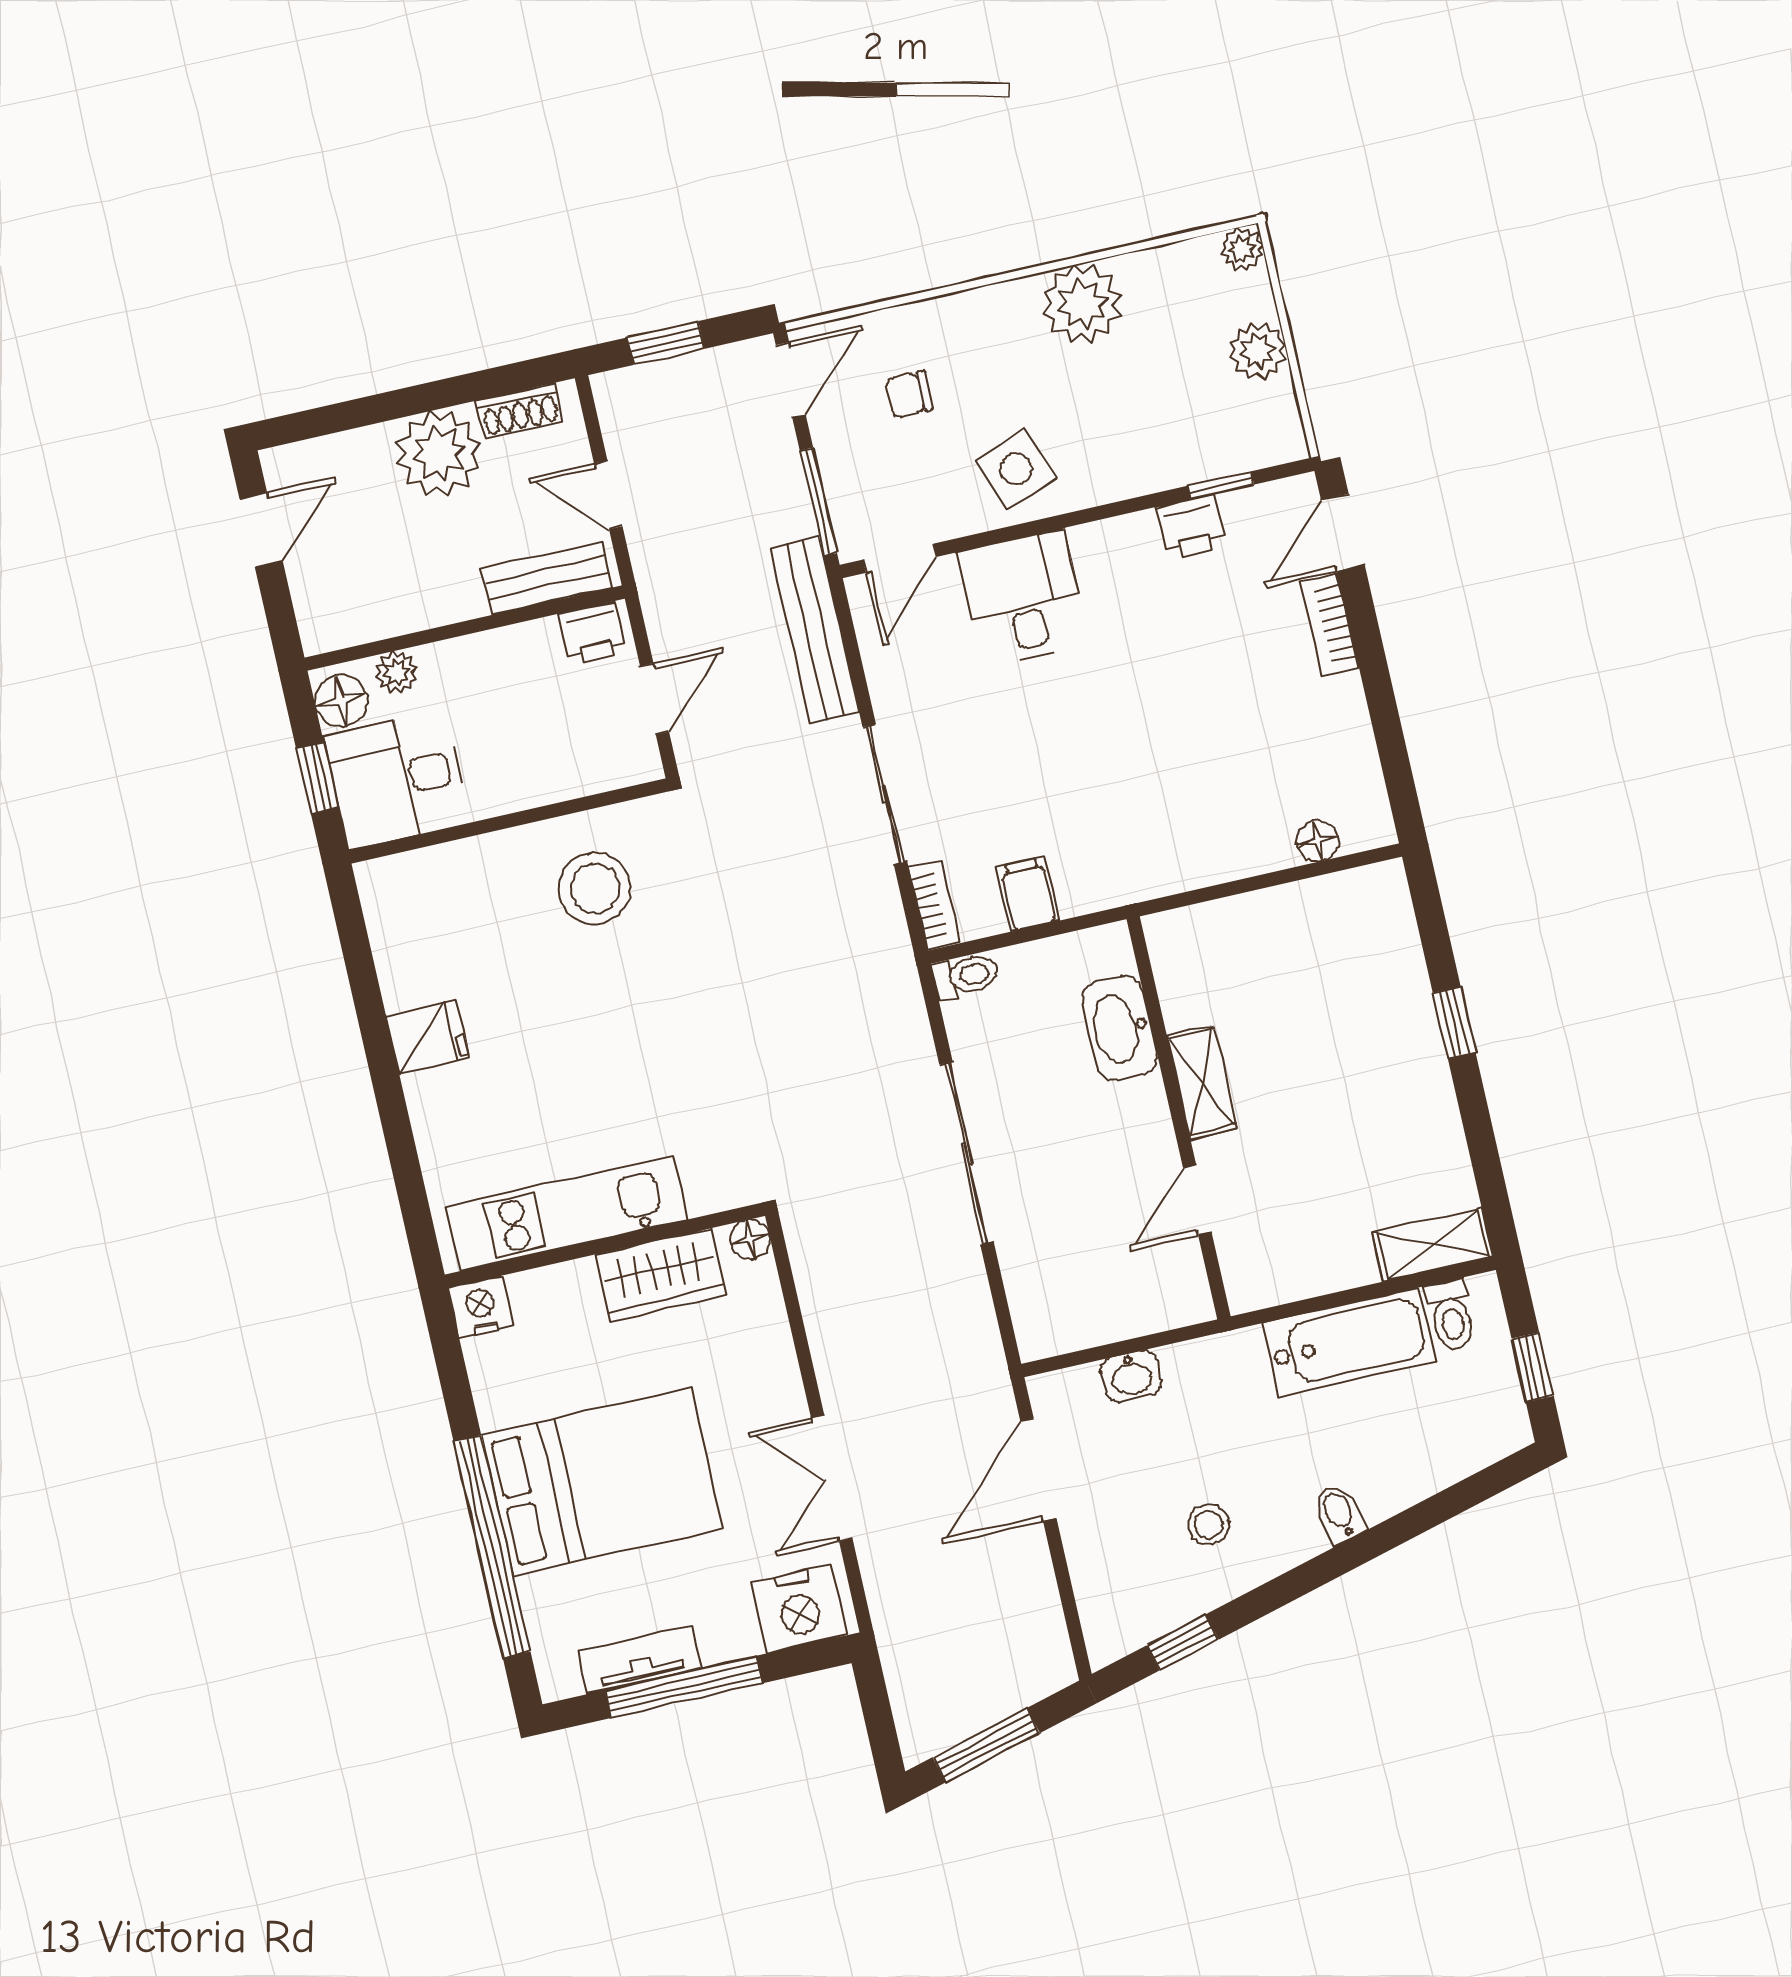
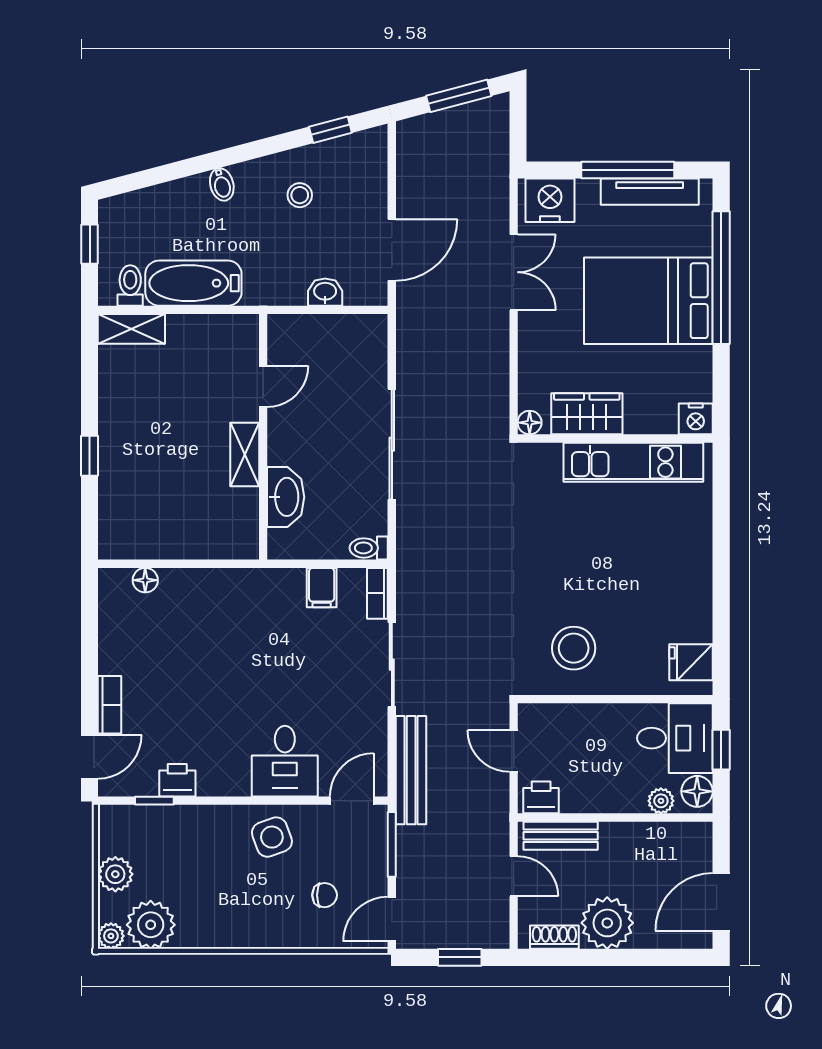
plant: (1082, 304) -> (151, 925), moved
door: (261, 530) -> (721, 902), width x1.37
door: (655, 699) -> (514, 751), hinge flipped
fridge: (428, 1037) -> (691, 662), moved
tv unit: (640, 1660) -> (650, 192), width x1.41

